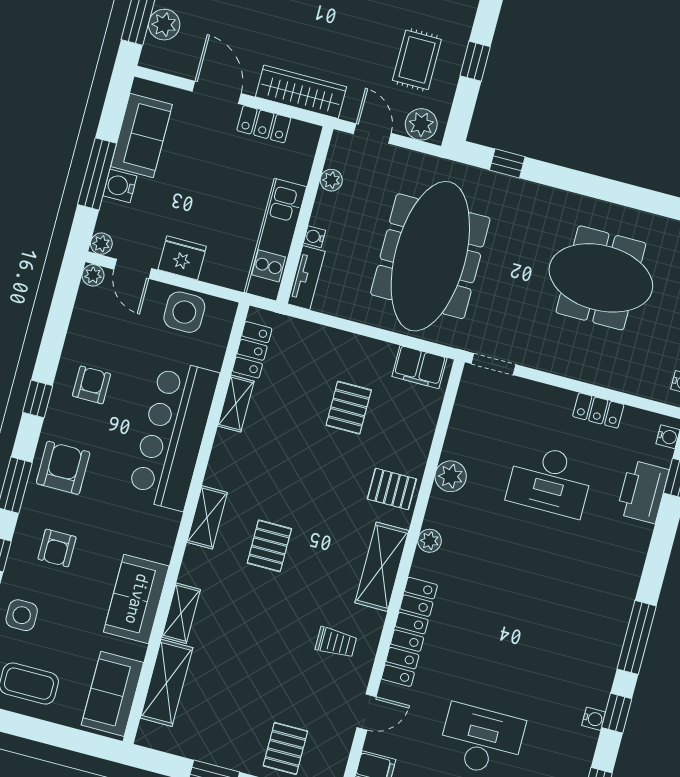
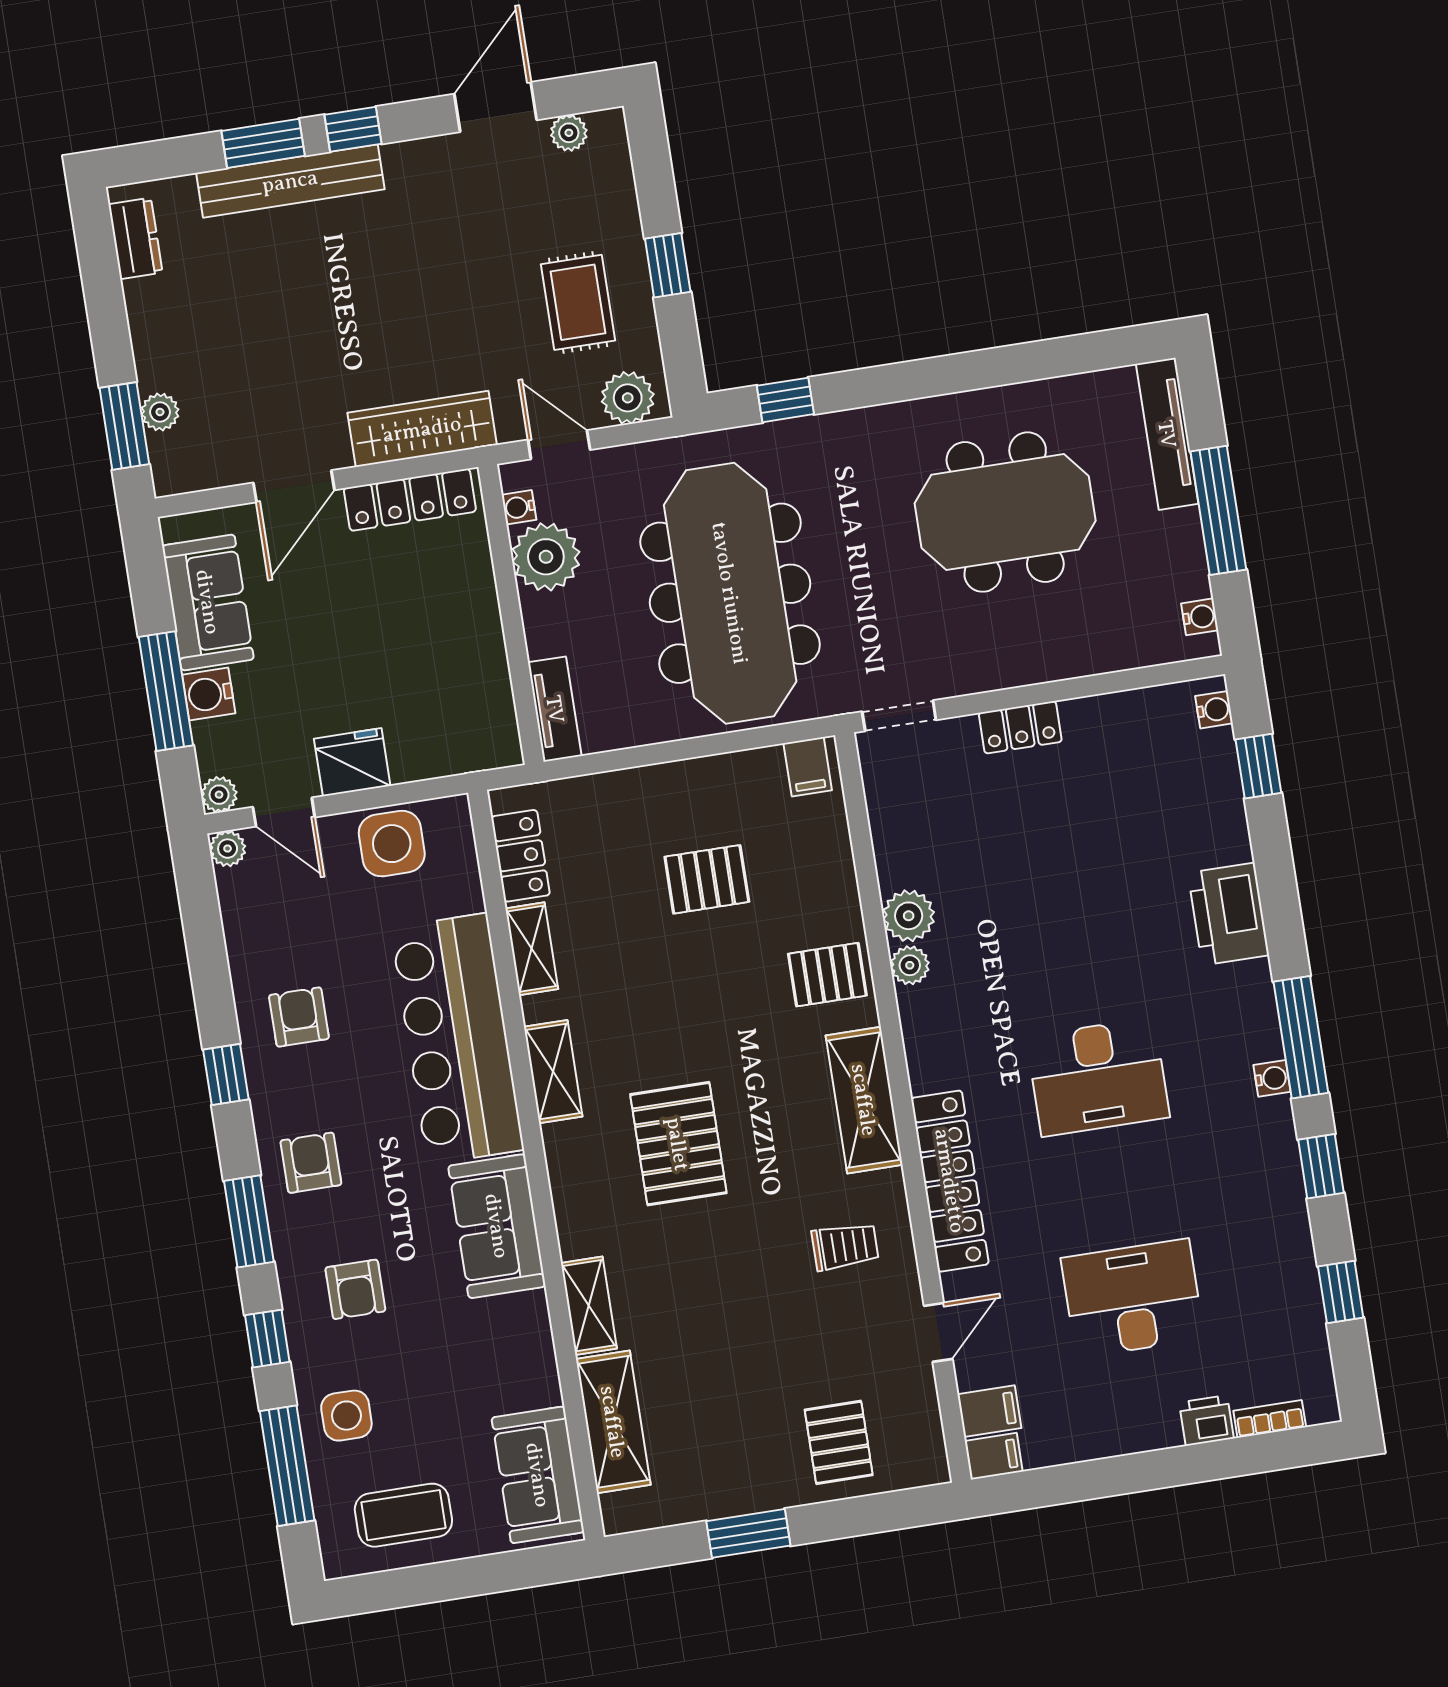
plant: (164, 25) -> (160, 412), width x0.73, depth x0.73
door: (217, 92) -> (294, 486), swing flipped
locker: (264, 124) -> (410, 500), width x1.53
plant: (331, 180) -> (546, 557), width x1.88, depth x1.88
water cooler: (314, 237) -> (519, 507), moved
kitchen unit: (275, 240) -> (482, 672), removed
filing cabinet: (419, 367) -> (808, 767), width x0.50
pallet: (349, 408) -> (707, 879), turned 90
locker: (598, 410) -> (1020, 727), moved
armchair: (63, 468) -> (311, 1163), width x0.72, depth x0.72
desk: (550, 480) -> (1098, 1077), moved
printer: (643, 492) -> (1228, 914), moved
shelving: (207, 517) -> (553, 1072), moved
plant: (430, 541) -> (910, 965), moved
pallet: (269, 546) -> (678, 1144), width x1.50, depth x1.42
sofa: (136, 599) -> (497, 1226), moved
water cooler: (594, 719) -> (1272, 1078), moved

